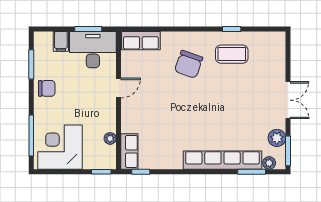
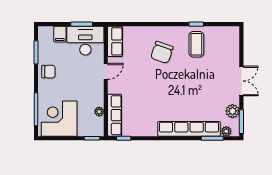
row of seats: (141, 41) -> (115, 41), moved, turned -90
coffee table: (232, 54) -> (196, 44), turned 90
row of seats: (129, 151) -> (114, 115), width x1.48

